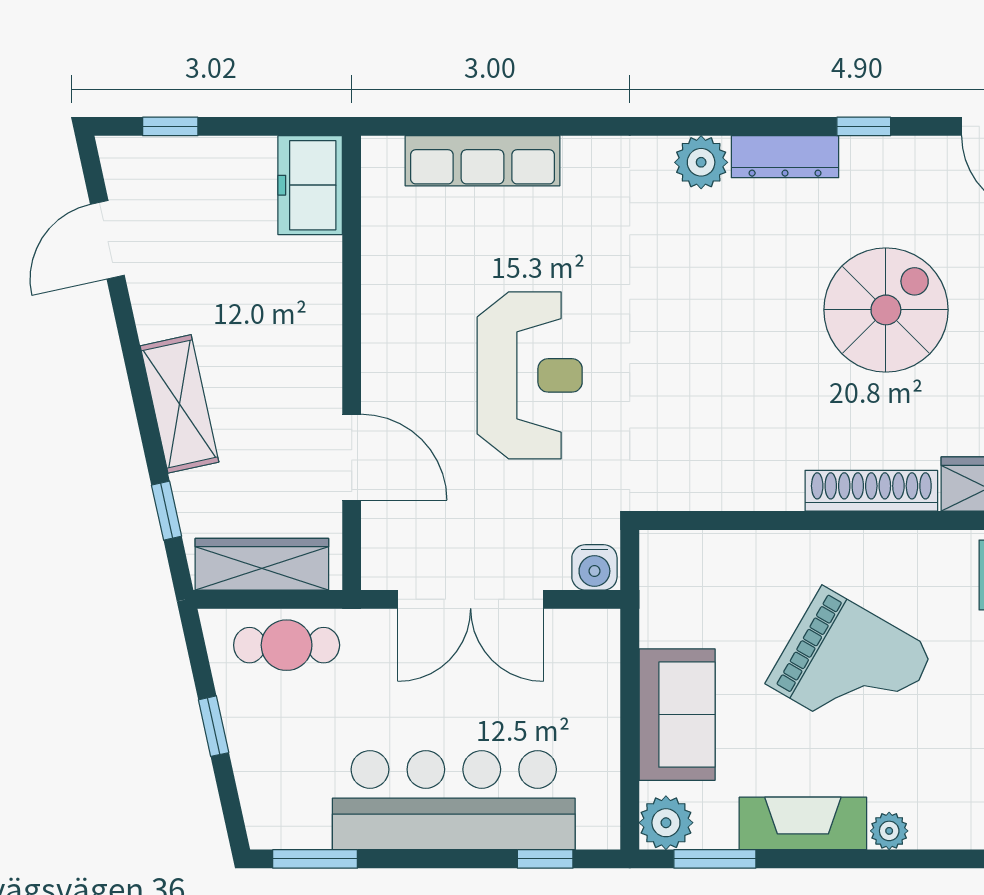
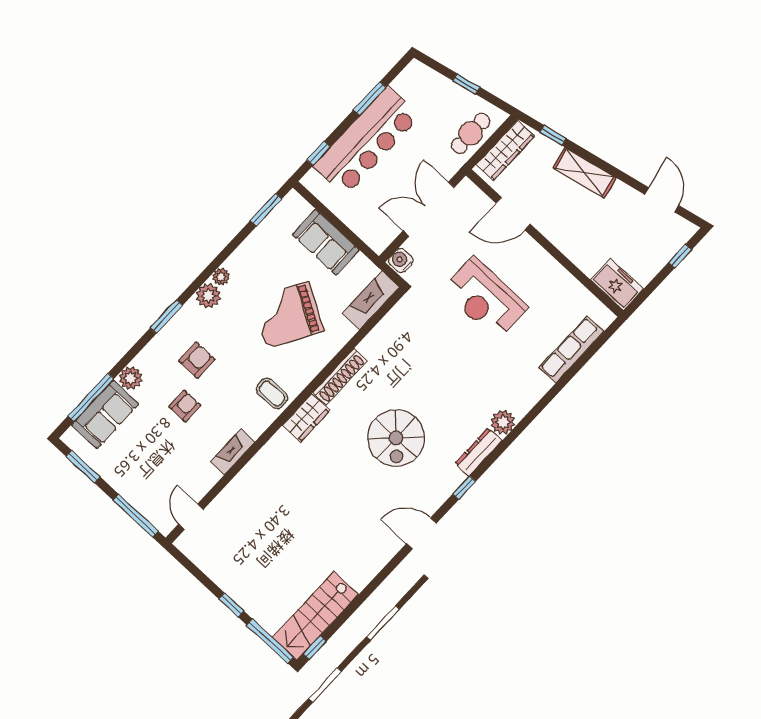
plant: (666, 823) -> (208, 296), moved
fireplace: (803, 823) -> (371, 300), moved, turned 180
window: (315, 859) -> (370, 99), moved

